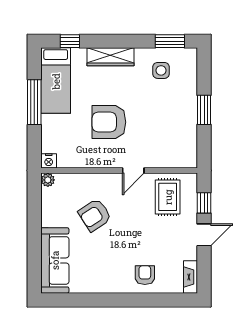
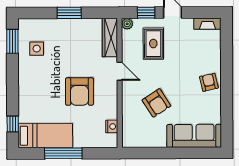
wardrobe: (111, 57) -> (110, 37), moved, turned 180
nightstand: (49, 161) -> (112, 126), moved
plant: (48, 180) -> (127, 24), moved
rug: (168, 197) -> (153, 44), moved, turned 90
armchair: (145, 275) -> (209, 82), moved, turned 77

